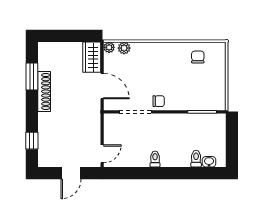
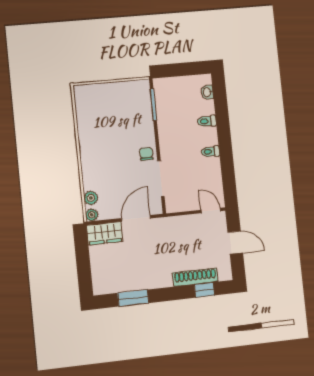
chair: (198, 57) -> (93, 115), removed
shoe rack: (44, 91) -> (195, 277), moved
toilet: (196, 159) -> (207, 121), moved

